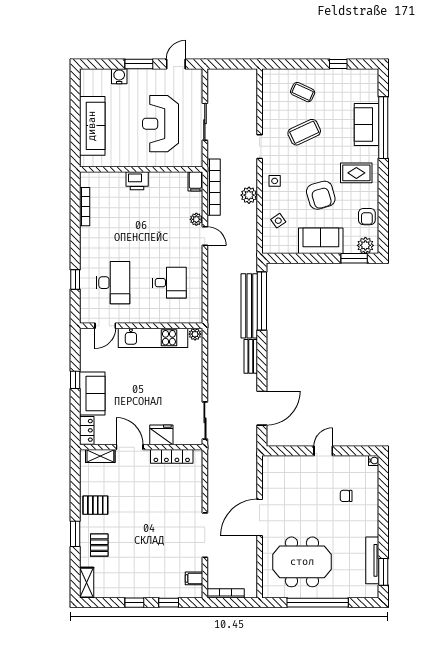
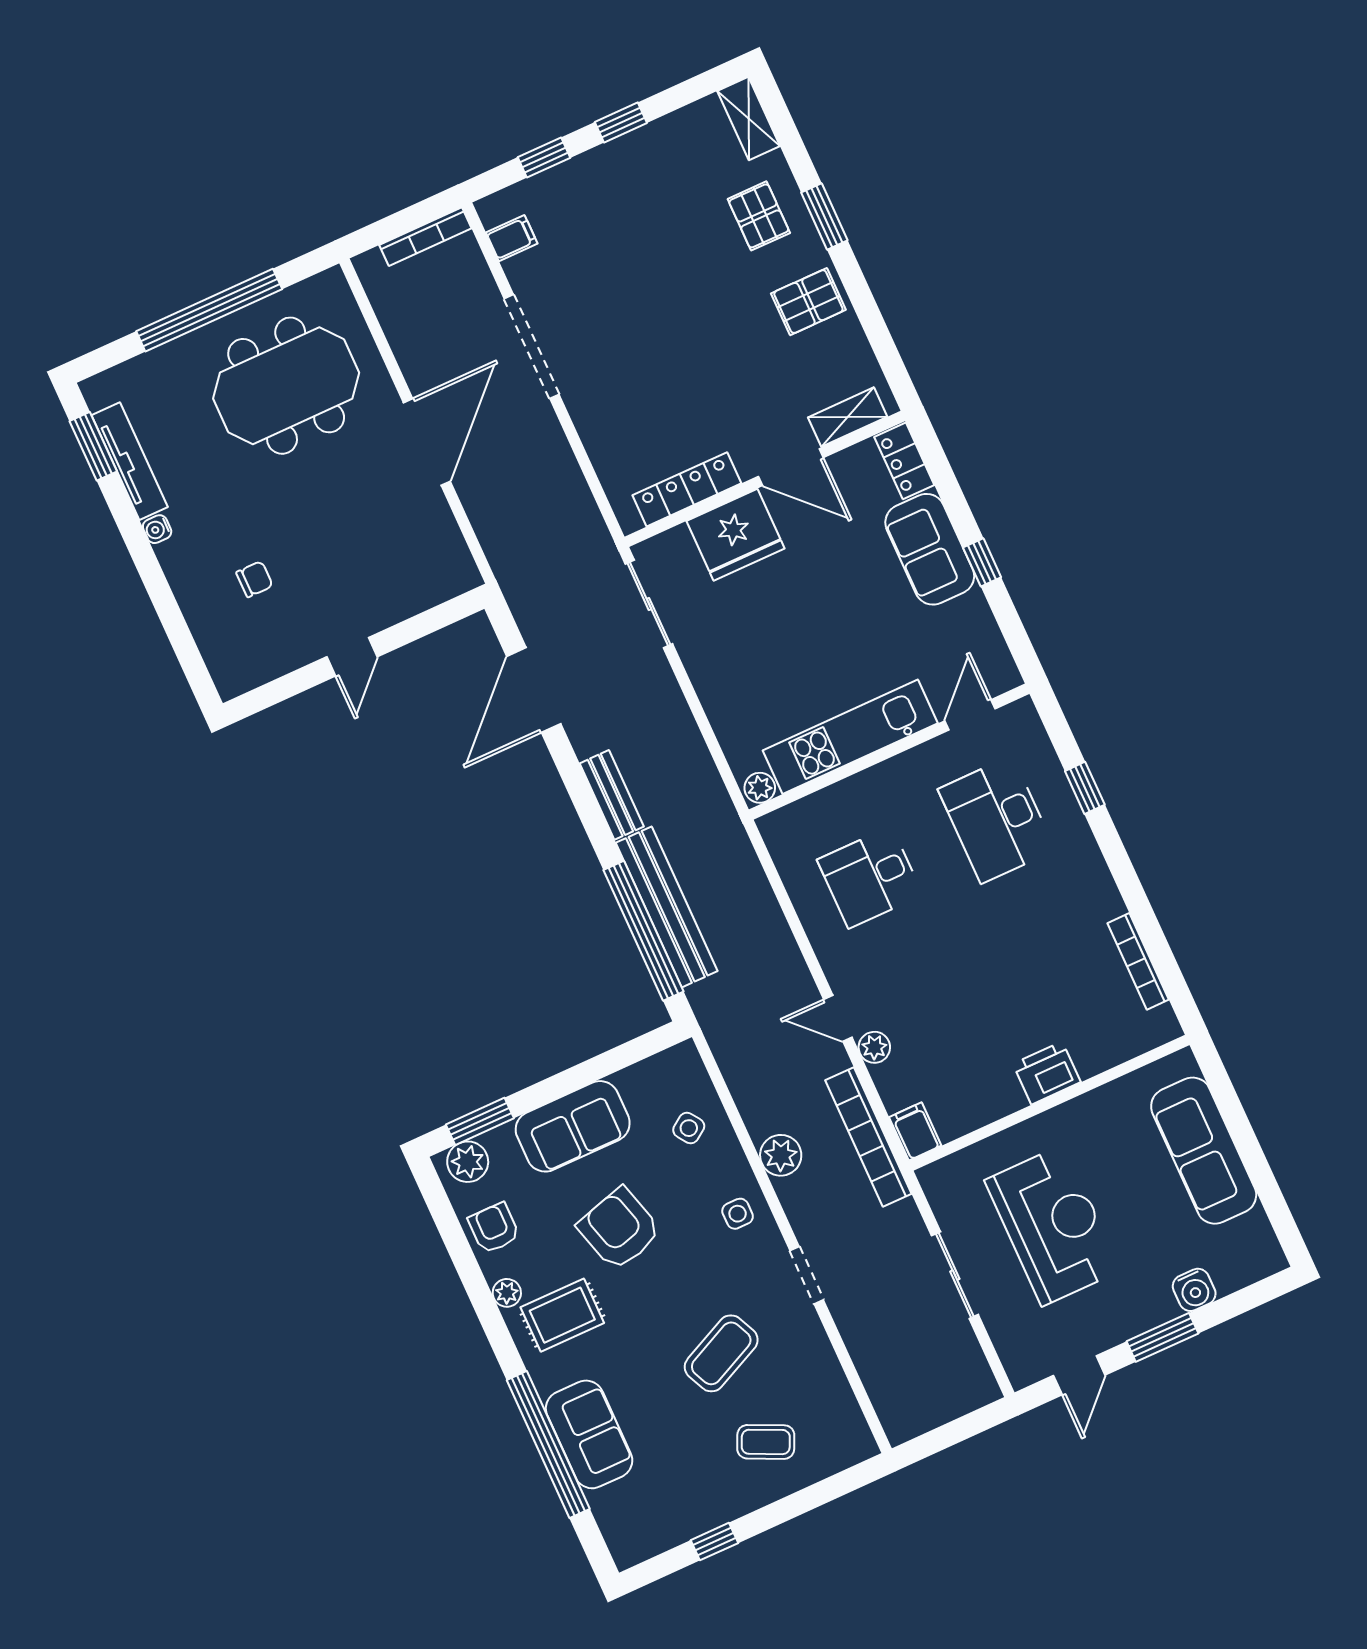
plant: (373, 190) -> (507, 1293), added
fridge: (161, 435) -> (736, 535), width x1.36, depth x1.34
water cooler: (374, 461) -> (157, 529), moved

